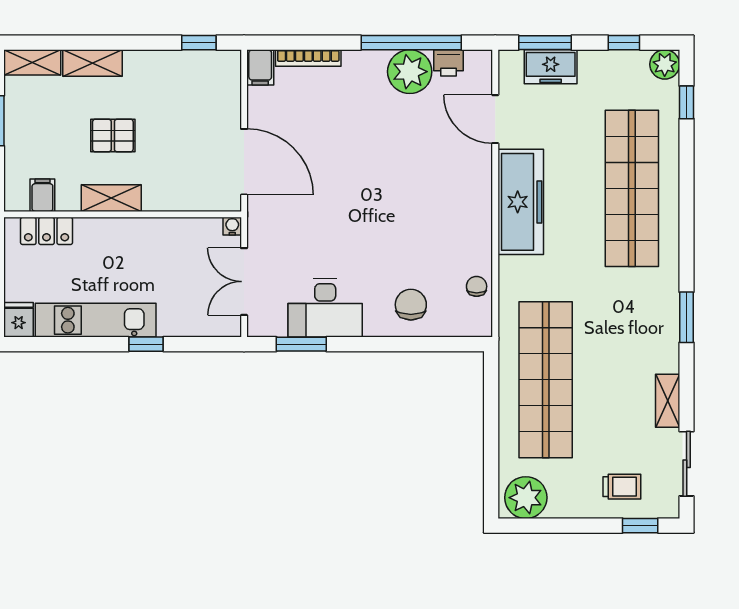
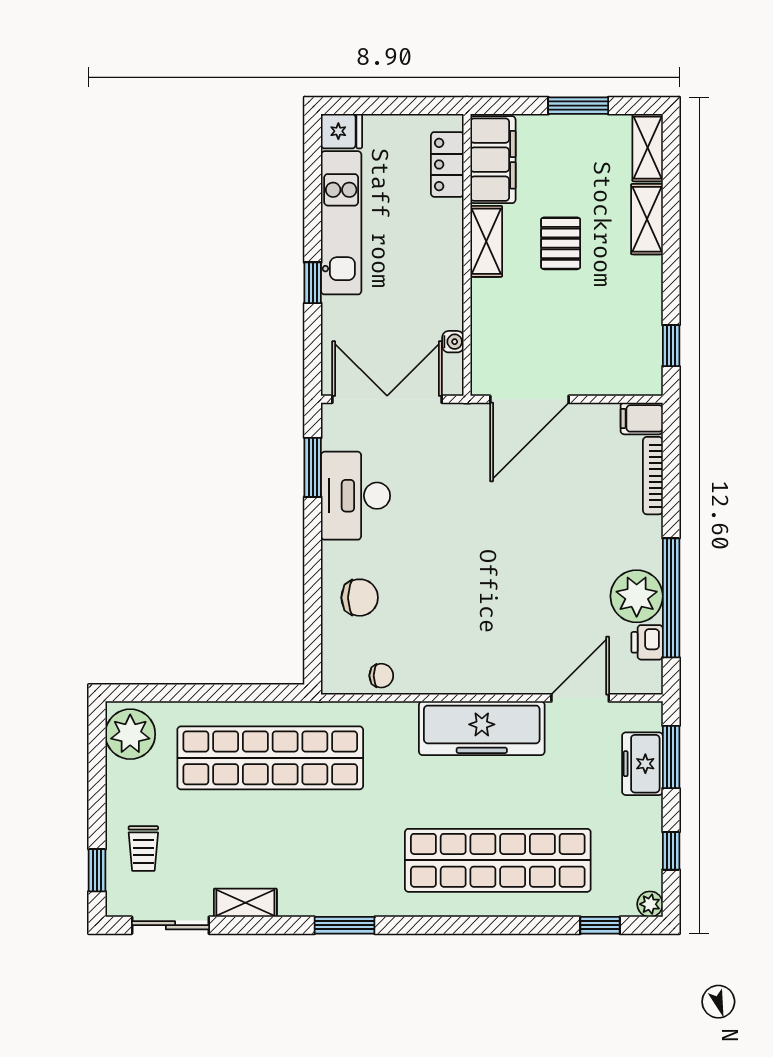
plant: (665, 64) -> (650, 904), width x0.73, depth x0.73
filing cabinet: (42, 195) -> (493, 160), width x3.00, depth x1.17
water cooler: (232, 226) -> (453, 342), moved
double door: (244, 282) -> (387, 399), width x1.37

